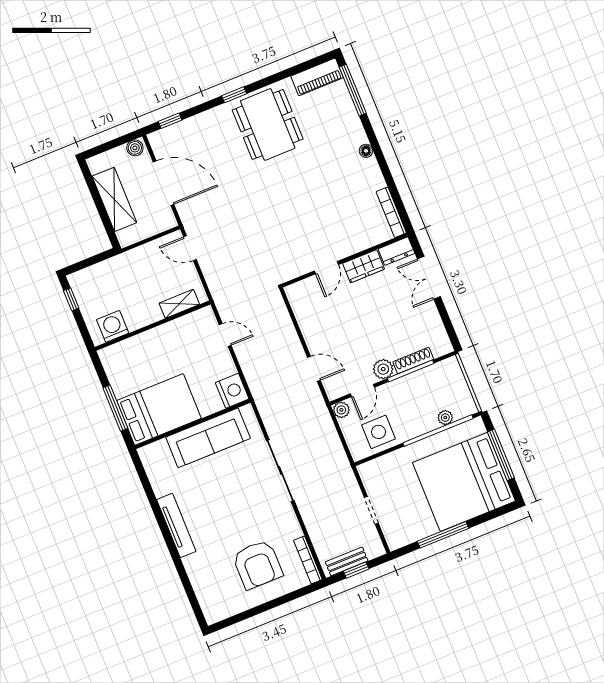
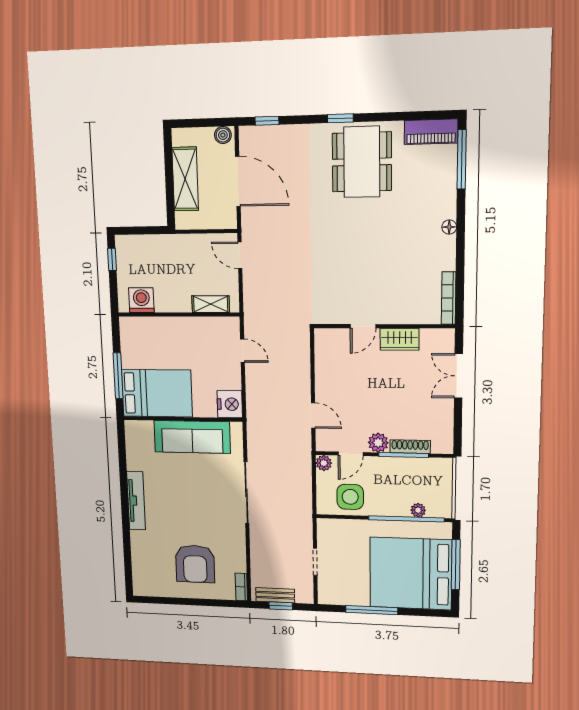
dresser: (396, 251) -> (438, 338), removed
bookcase: (308, 560) -> (241, 587), width x0.64

